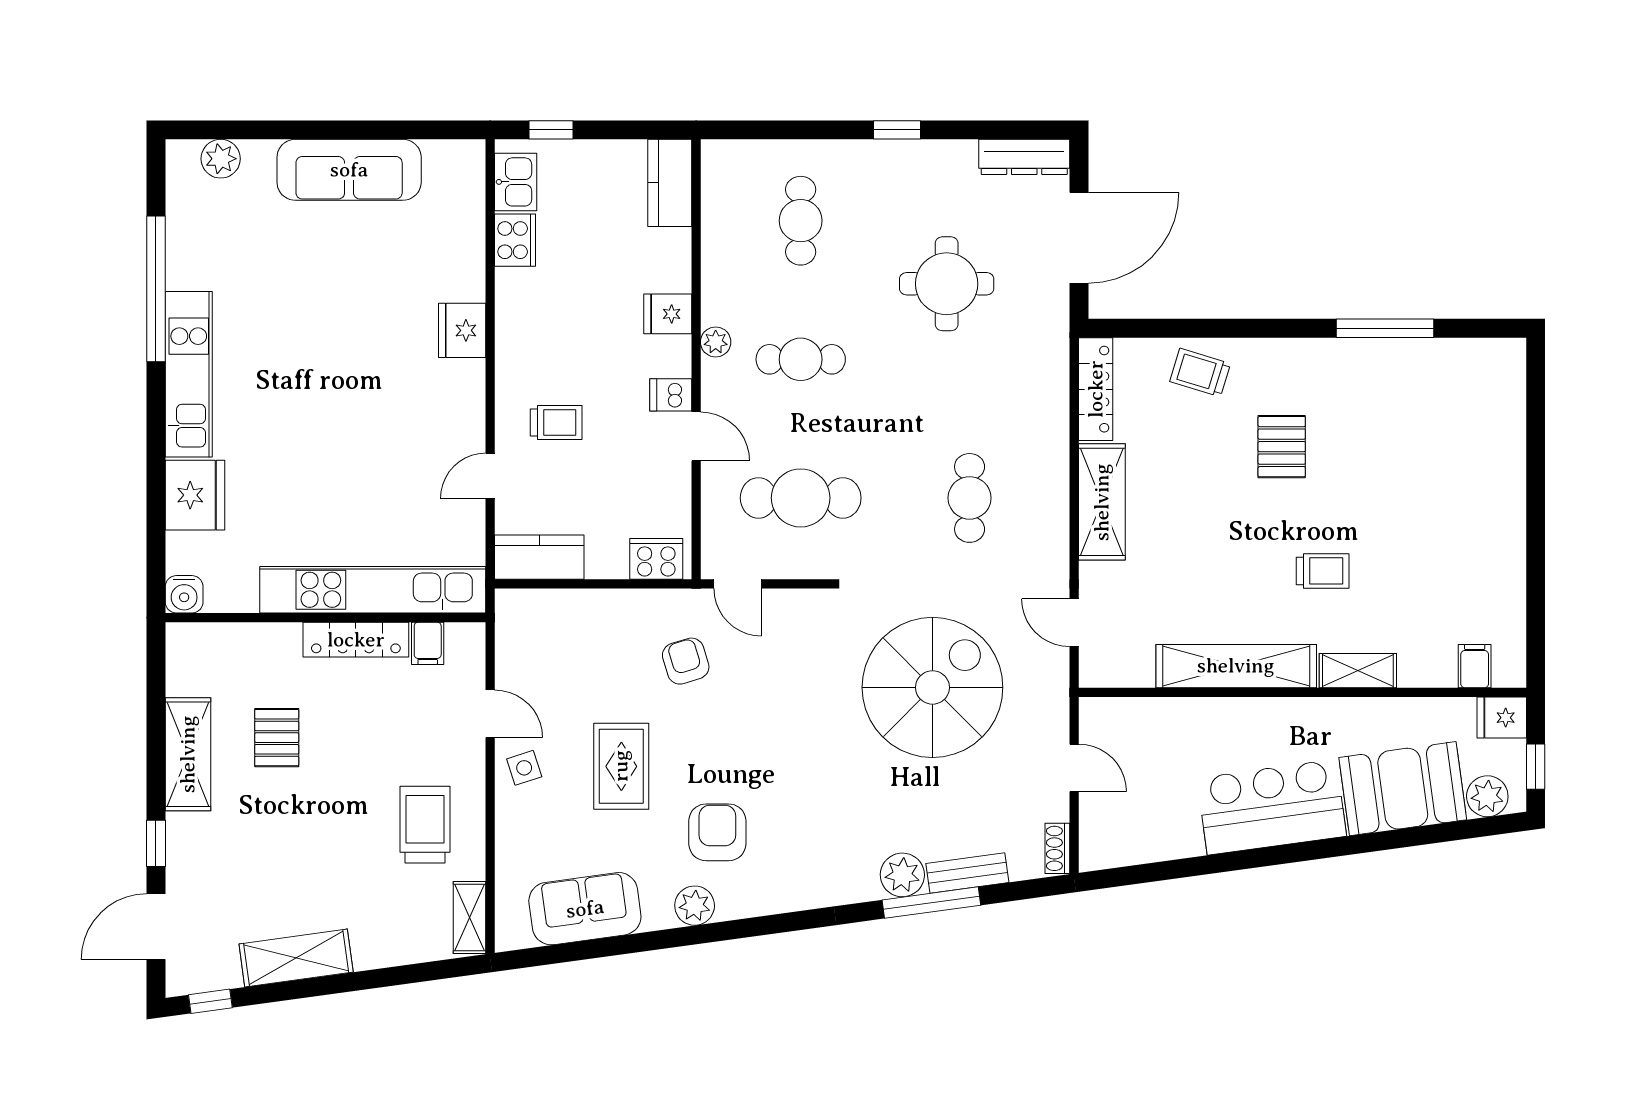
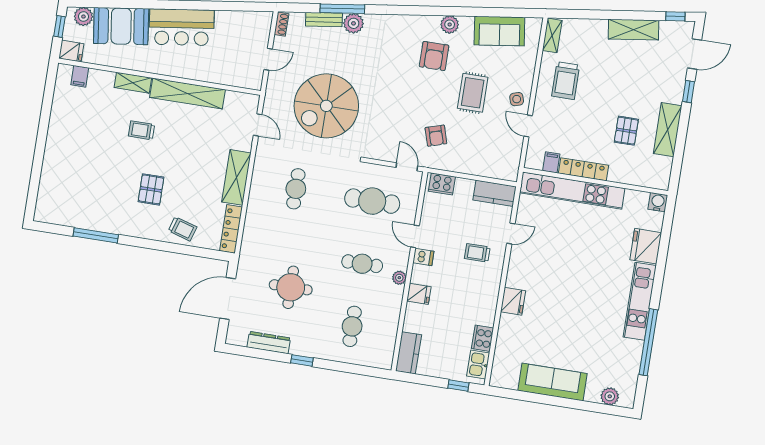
dresser: (1024, 157) -> (269, 343), moved
door: (1074, 768) -> (268, 59), swing flipped

